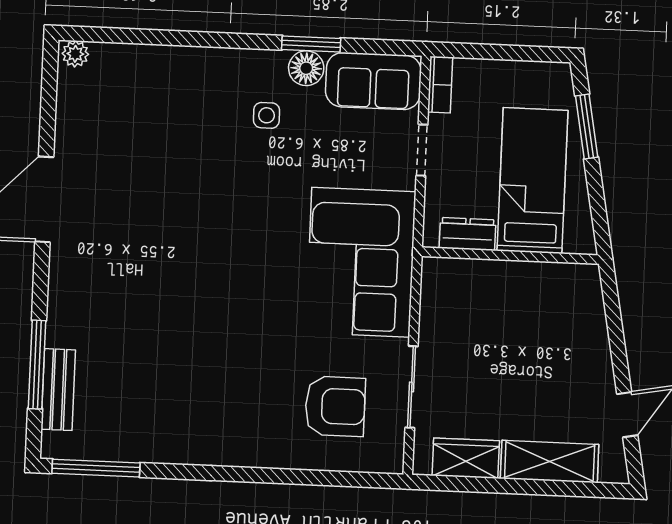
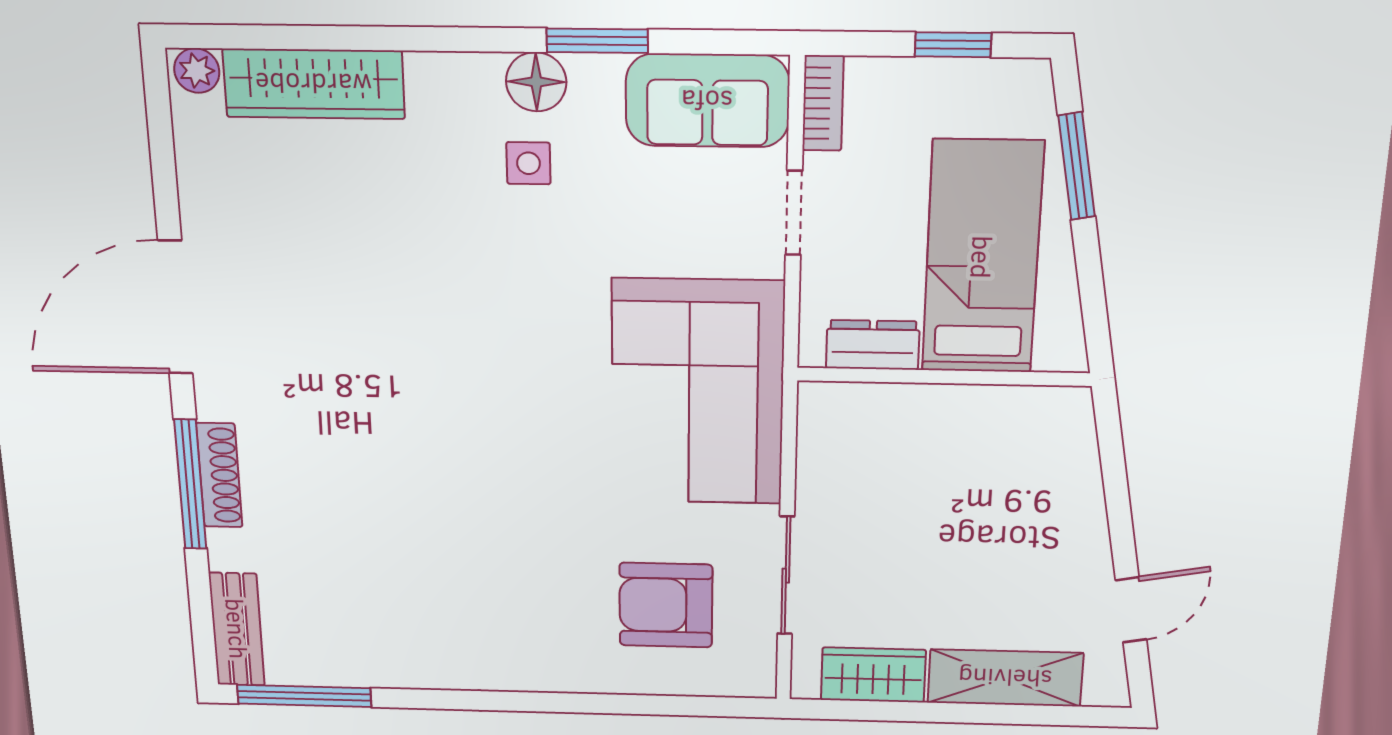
window: (515, 53) -> (953, 45), added
wardrobe: (144, 64) -> (314, 84), added
floor lamp: (306, 68) -> (536, 82), moved
shoe rack: (58, 311) -> (219, 475), added
window: (37, 365) -> (190, 485), moved
bench: (58, 390) -> (237, 629), moved
armchair: (335, 406) -> (666, 605), turned 180

